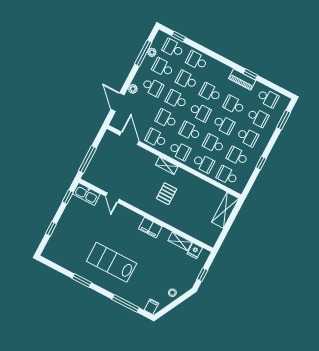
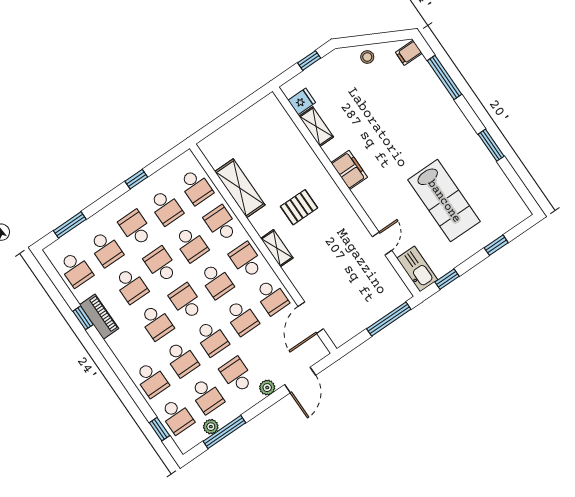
school desk: (268, 98) -> (76, 269), turned 180
school desk: (258, 117) -> (106, 249), turned 180
shelving: (225, 210) -> (240, 188), moved, turned 90
lab bench: (112, 262) -> (444, 201), moved

